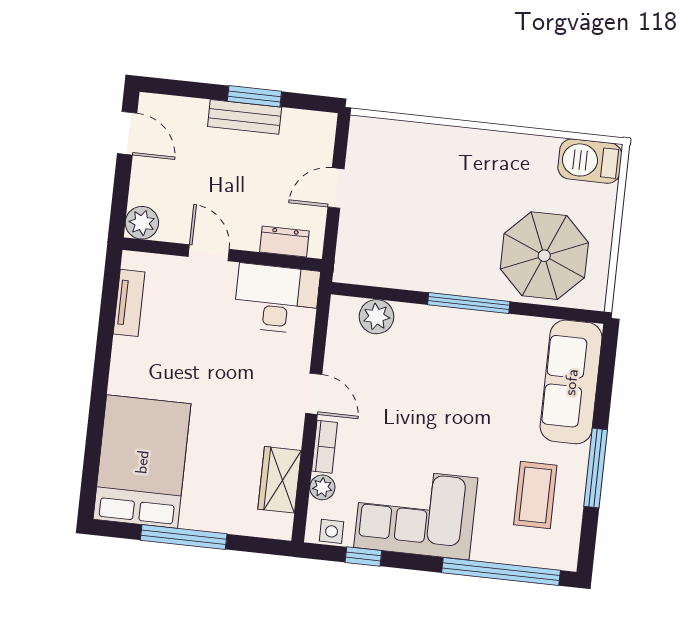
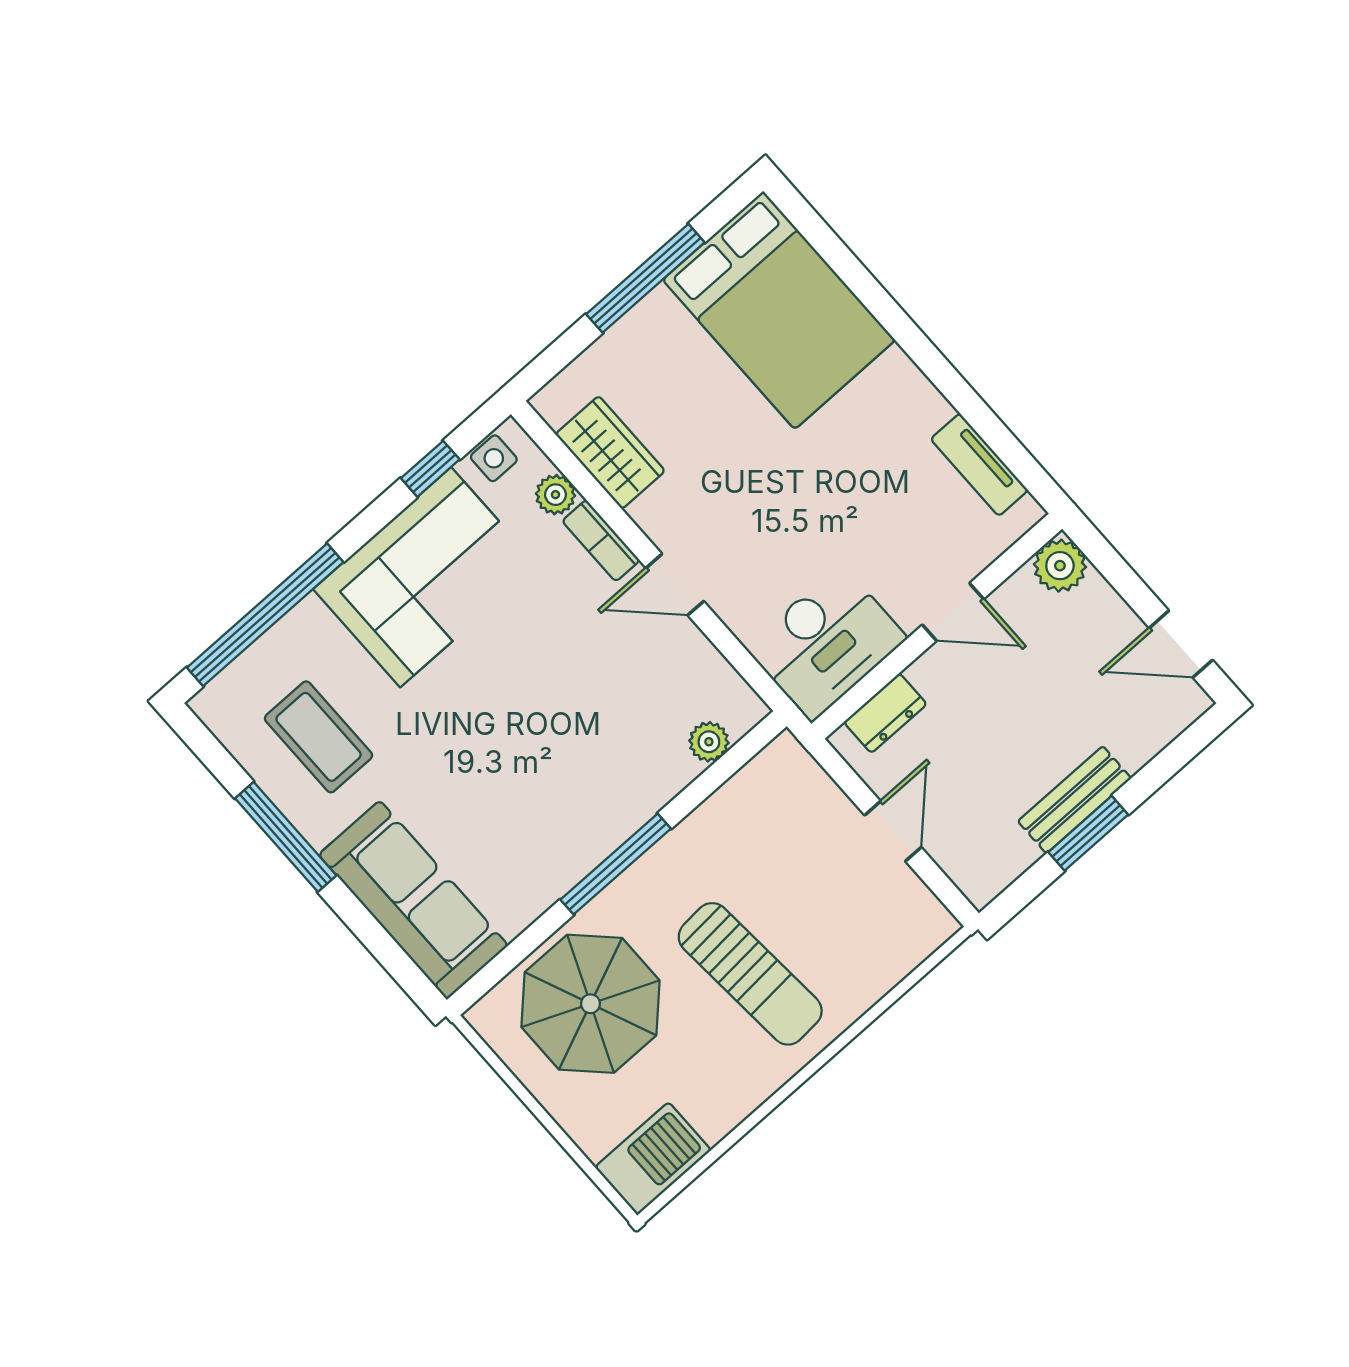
sun lounger: (463, 194) -> (750, 974), added
plant: (377, 317) -> (709, 742), width x0.73, depth x0.73

